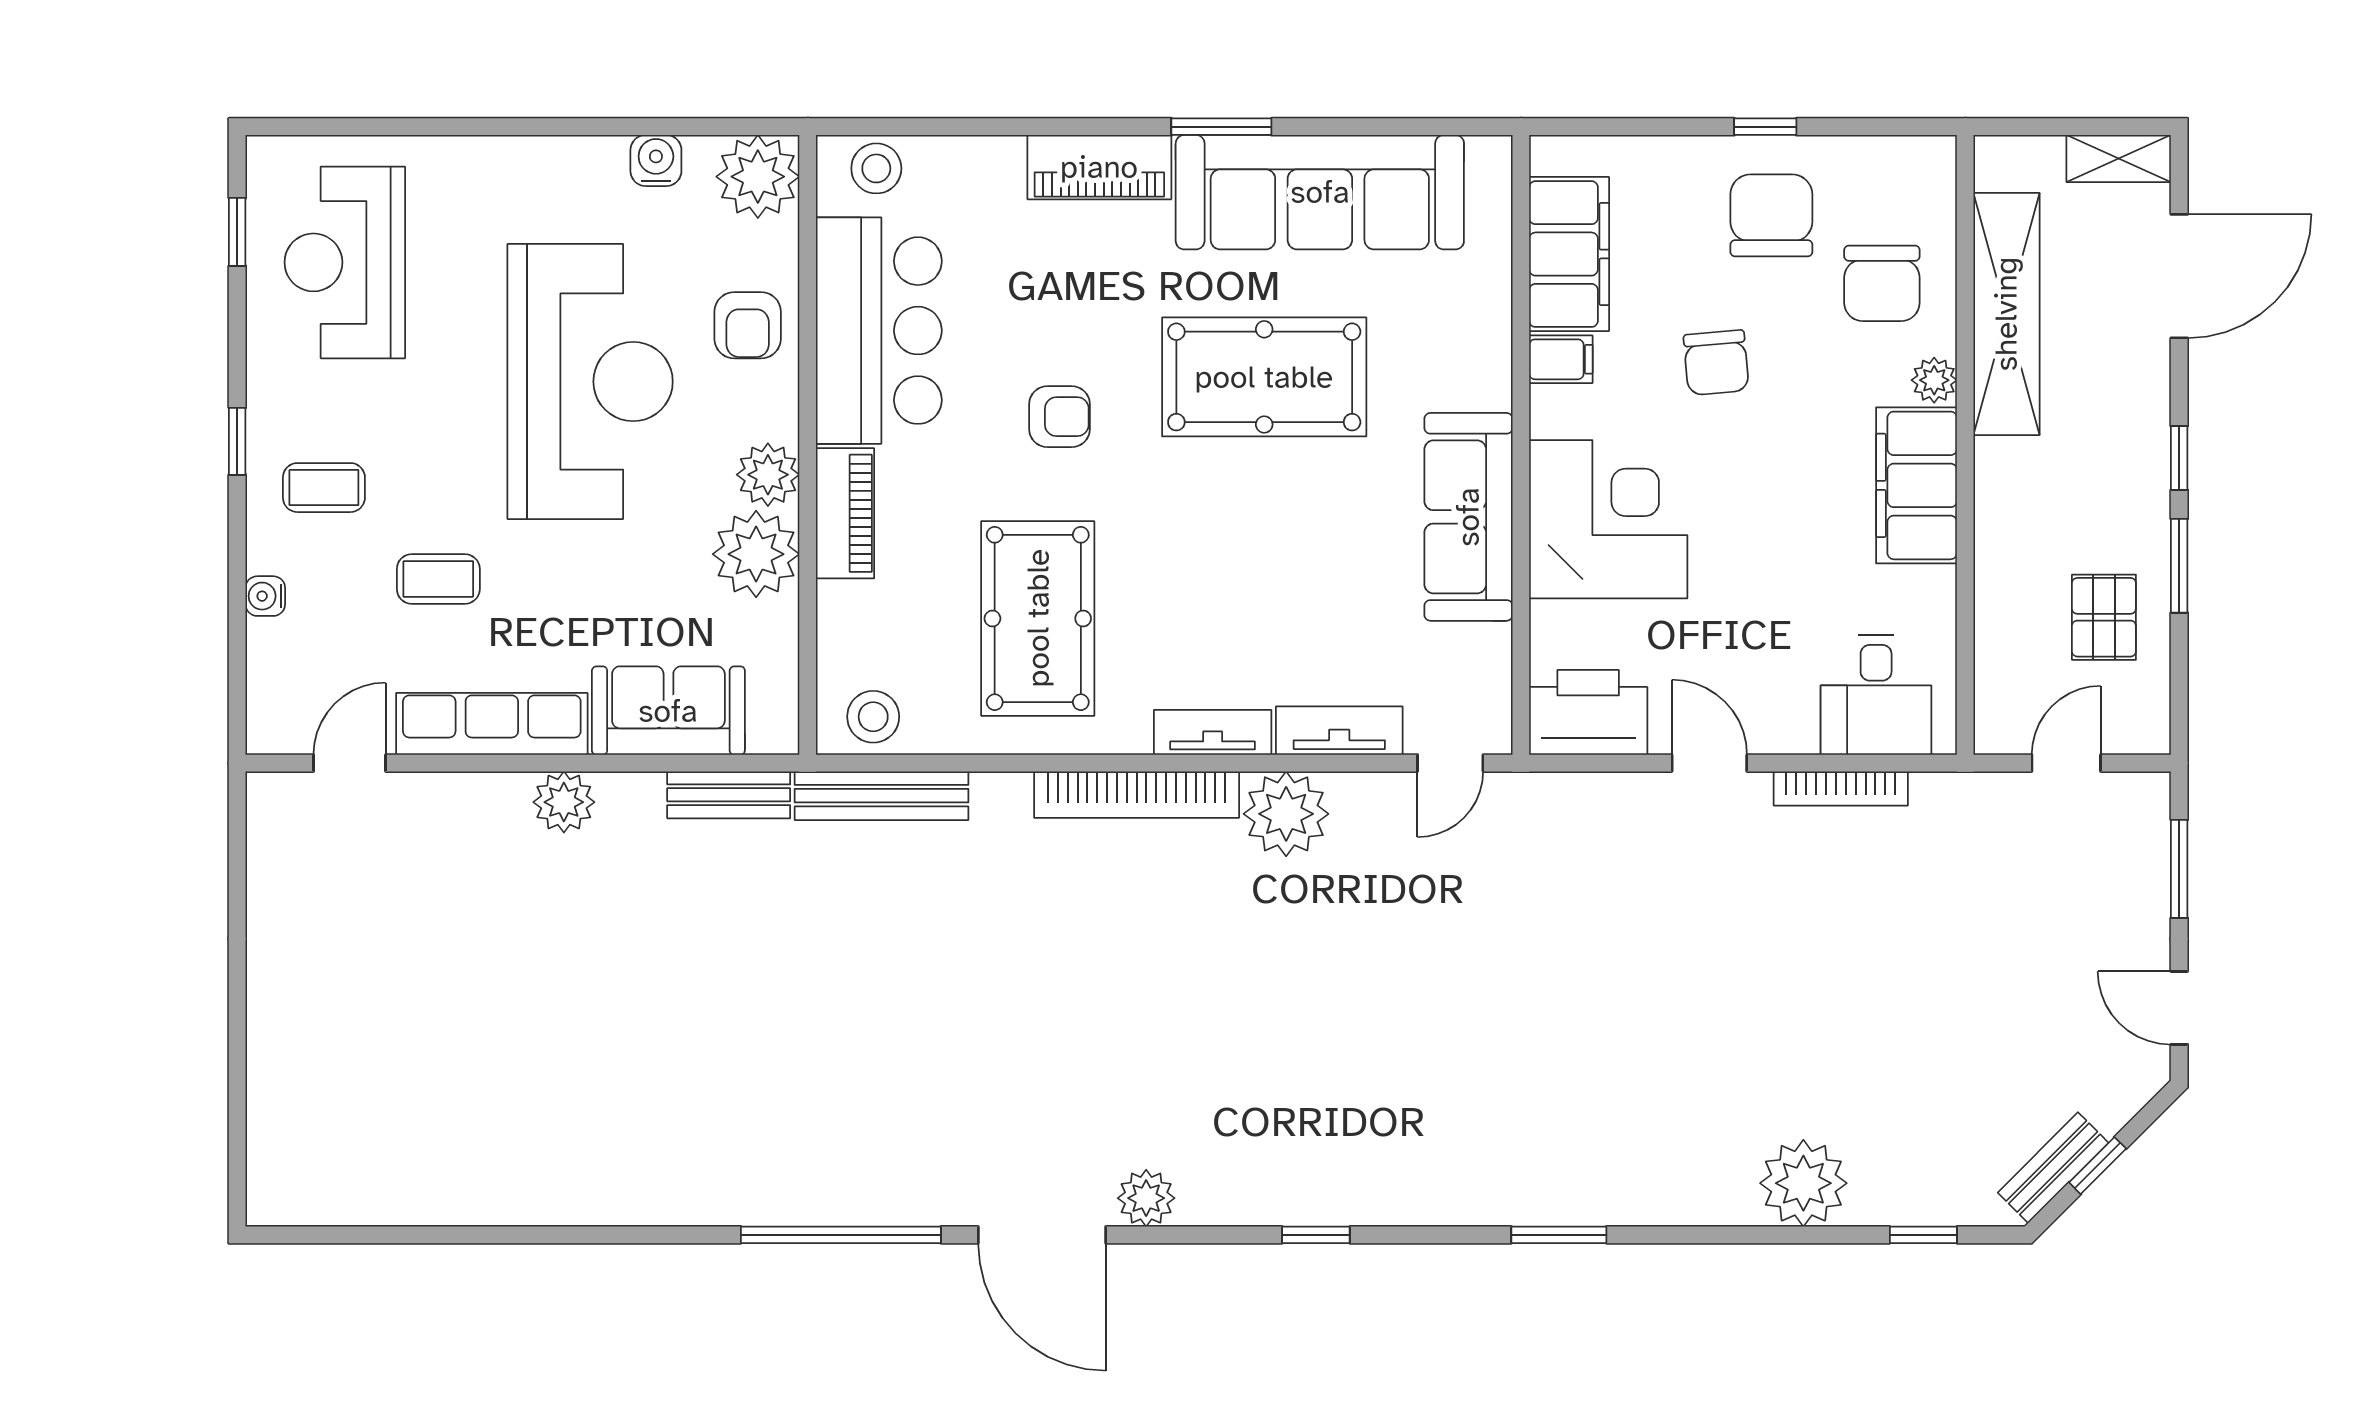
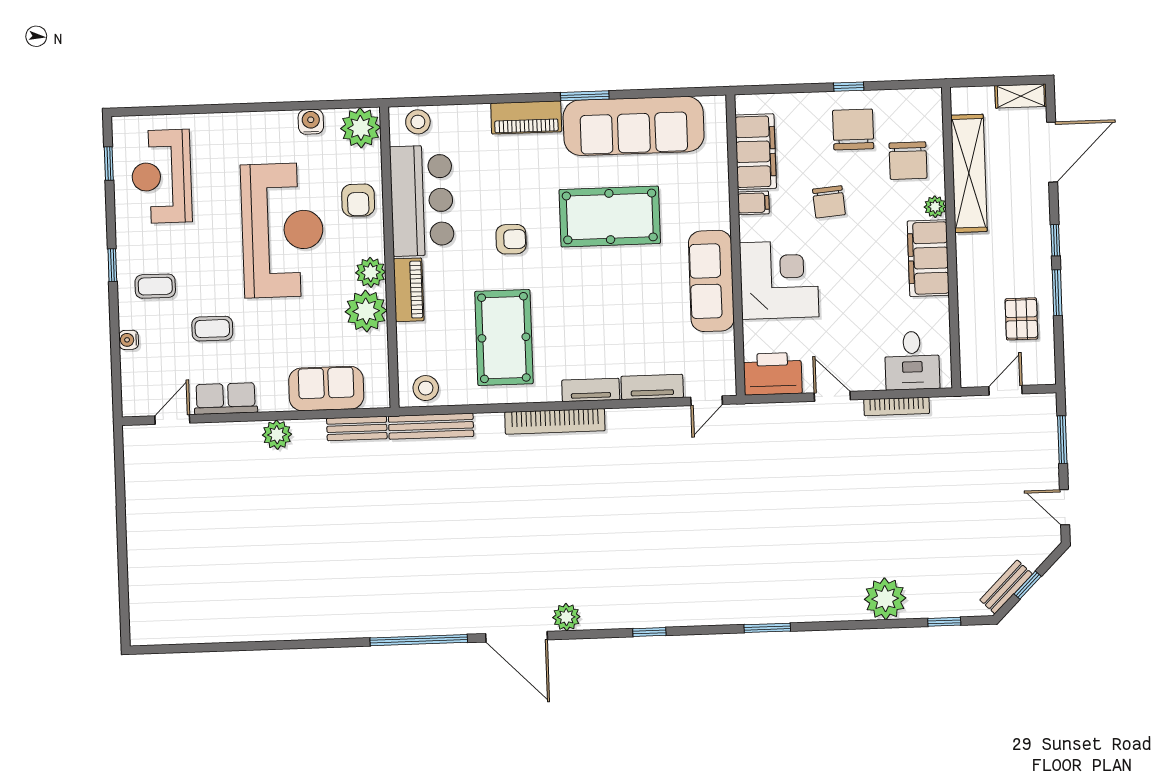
row of seats: (492, 724) -> (226, 399), width x0.68
plant: (1286, 814) -> (628, 428), removed

